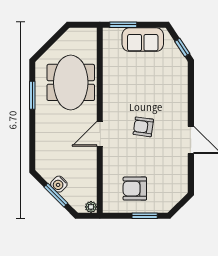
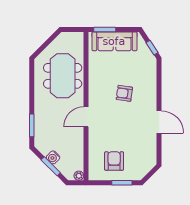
sofa: (143, 40) -> (114, 41), width x1.36
window: (32, 95) -> (32, 125), moved
armchair: (143, 127) -> (124, 93), moved
armchair: (135, 189) -> (114, 161), turned 90

